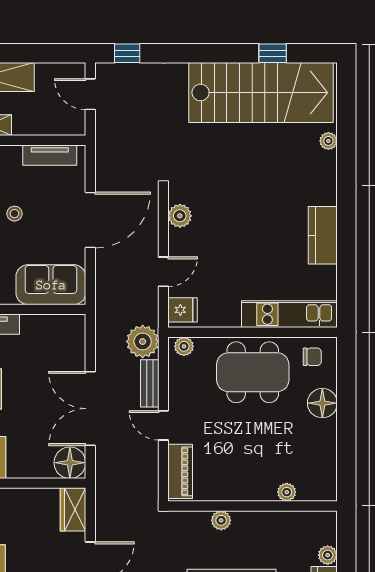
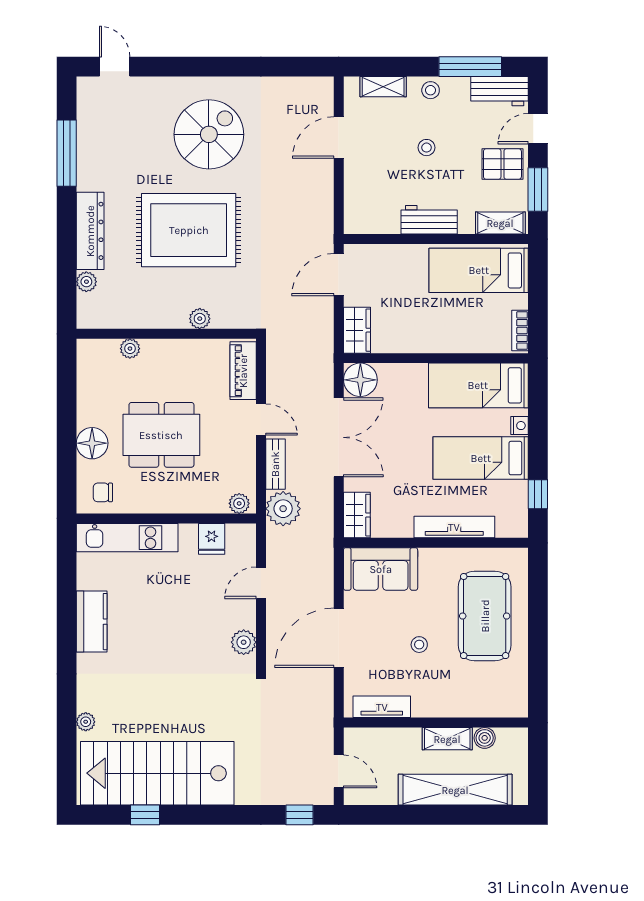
fridge: (183, 310) -> (212, 539), moved, turned -90
wardrobe: (73, 335) -> (357, 515), added
dining table: (253, 372) -> (161, 435), moved

